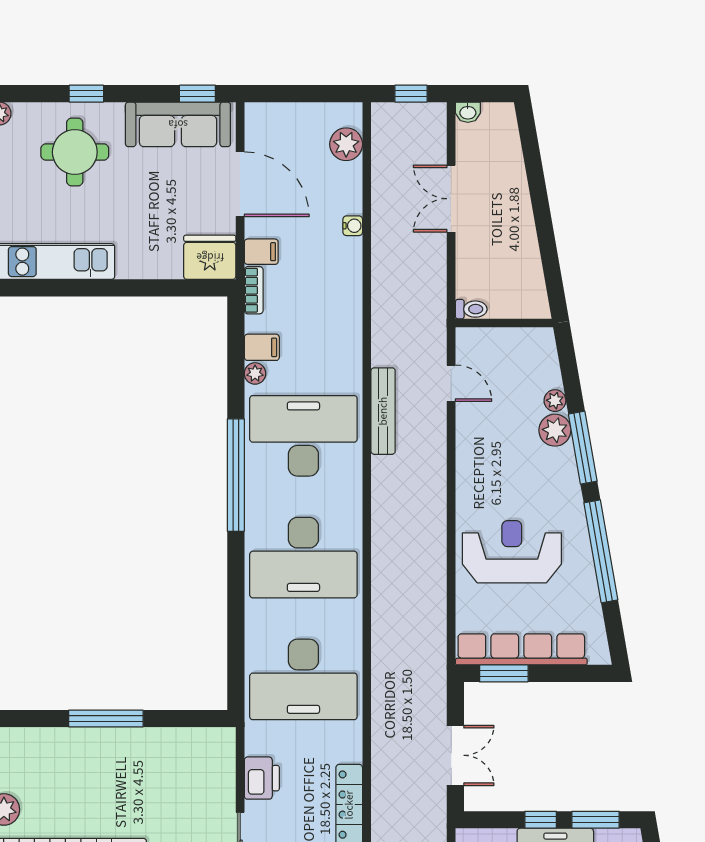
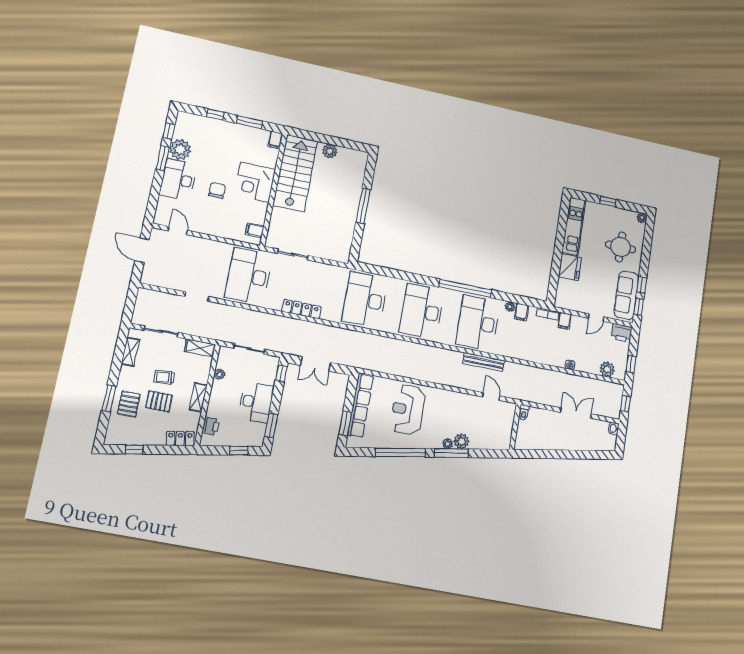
window: (86, 94) -> (642, 285), moved
window: (324, 94) -> (631, 364), added
door: (240, 184) -> (596, 318), width x0.53
fridge: (210, 257) -> (570, 267), moved
door: (451, 383) -> (491, 396), swing flipped
plant: (555, 401) -> (448, 444), moved
desk: (303, 436) -> (478, 323), turned 180
reception desk: (512, 552) -> (408, 410), turned 180
window: (504, 673) -> (345, 423), moved
printer: (262, 778) -> (622, 333), moved
window: (541, 820) -> (281, 373), moved

